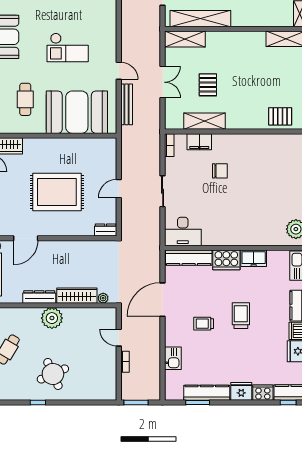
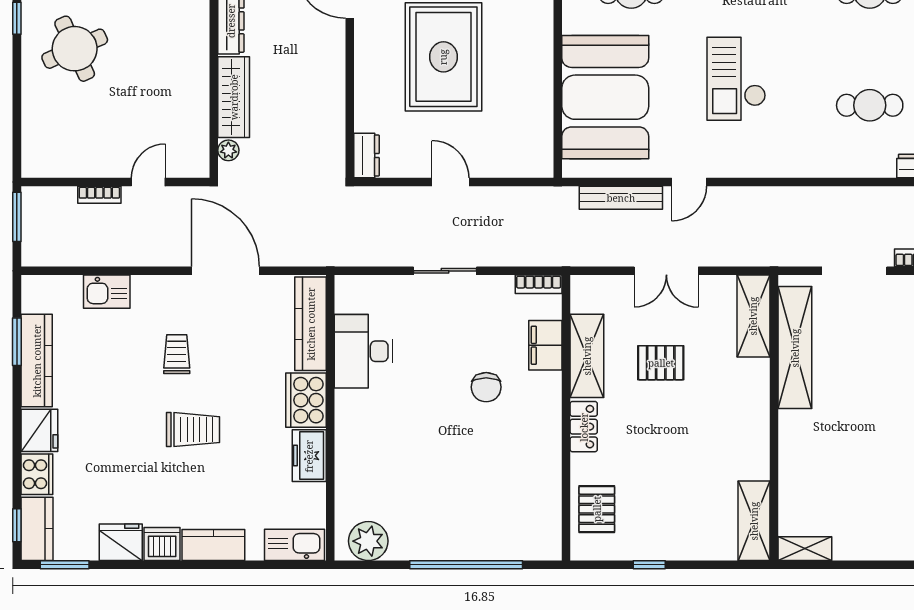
locker: (239, 123) -> (584, 427), added
desk: (183, 231) -> (363, 351), moved
plant: (52, 318) -> (188, 47), removed

